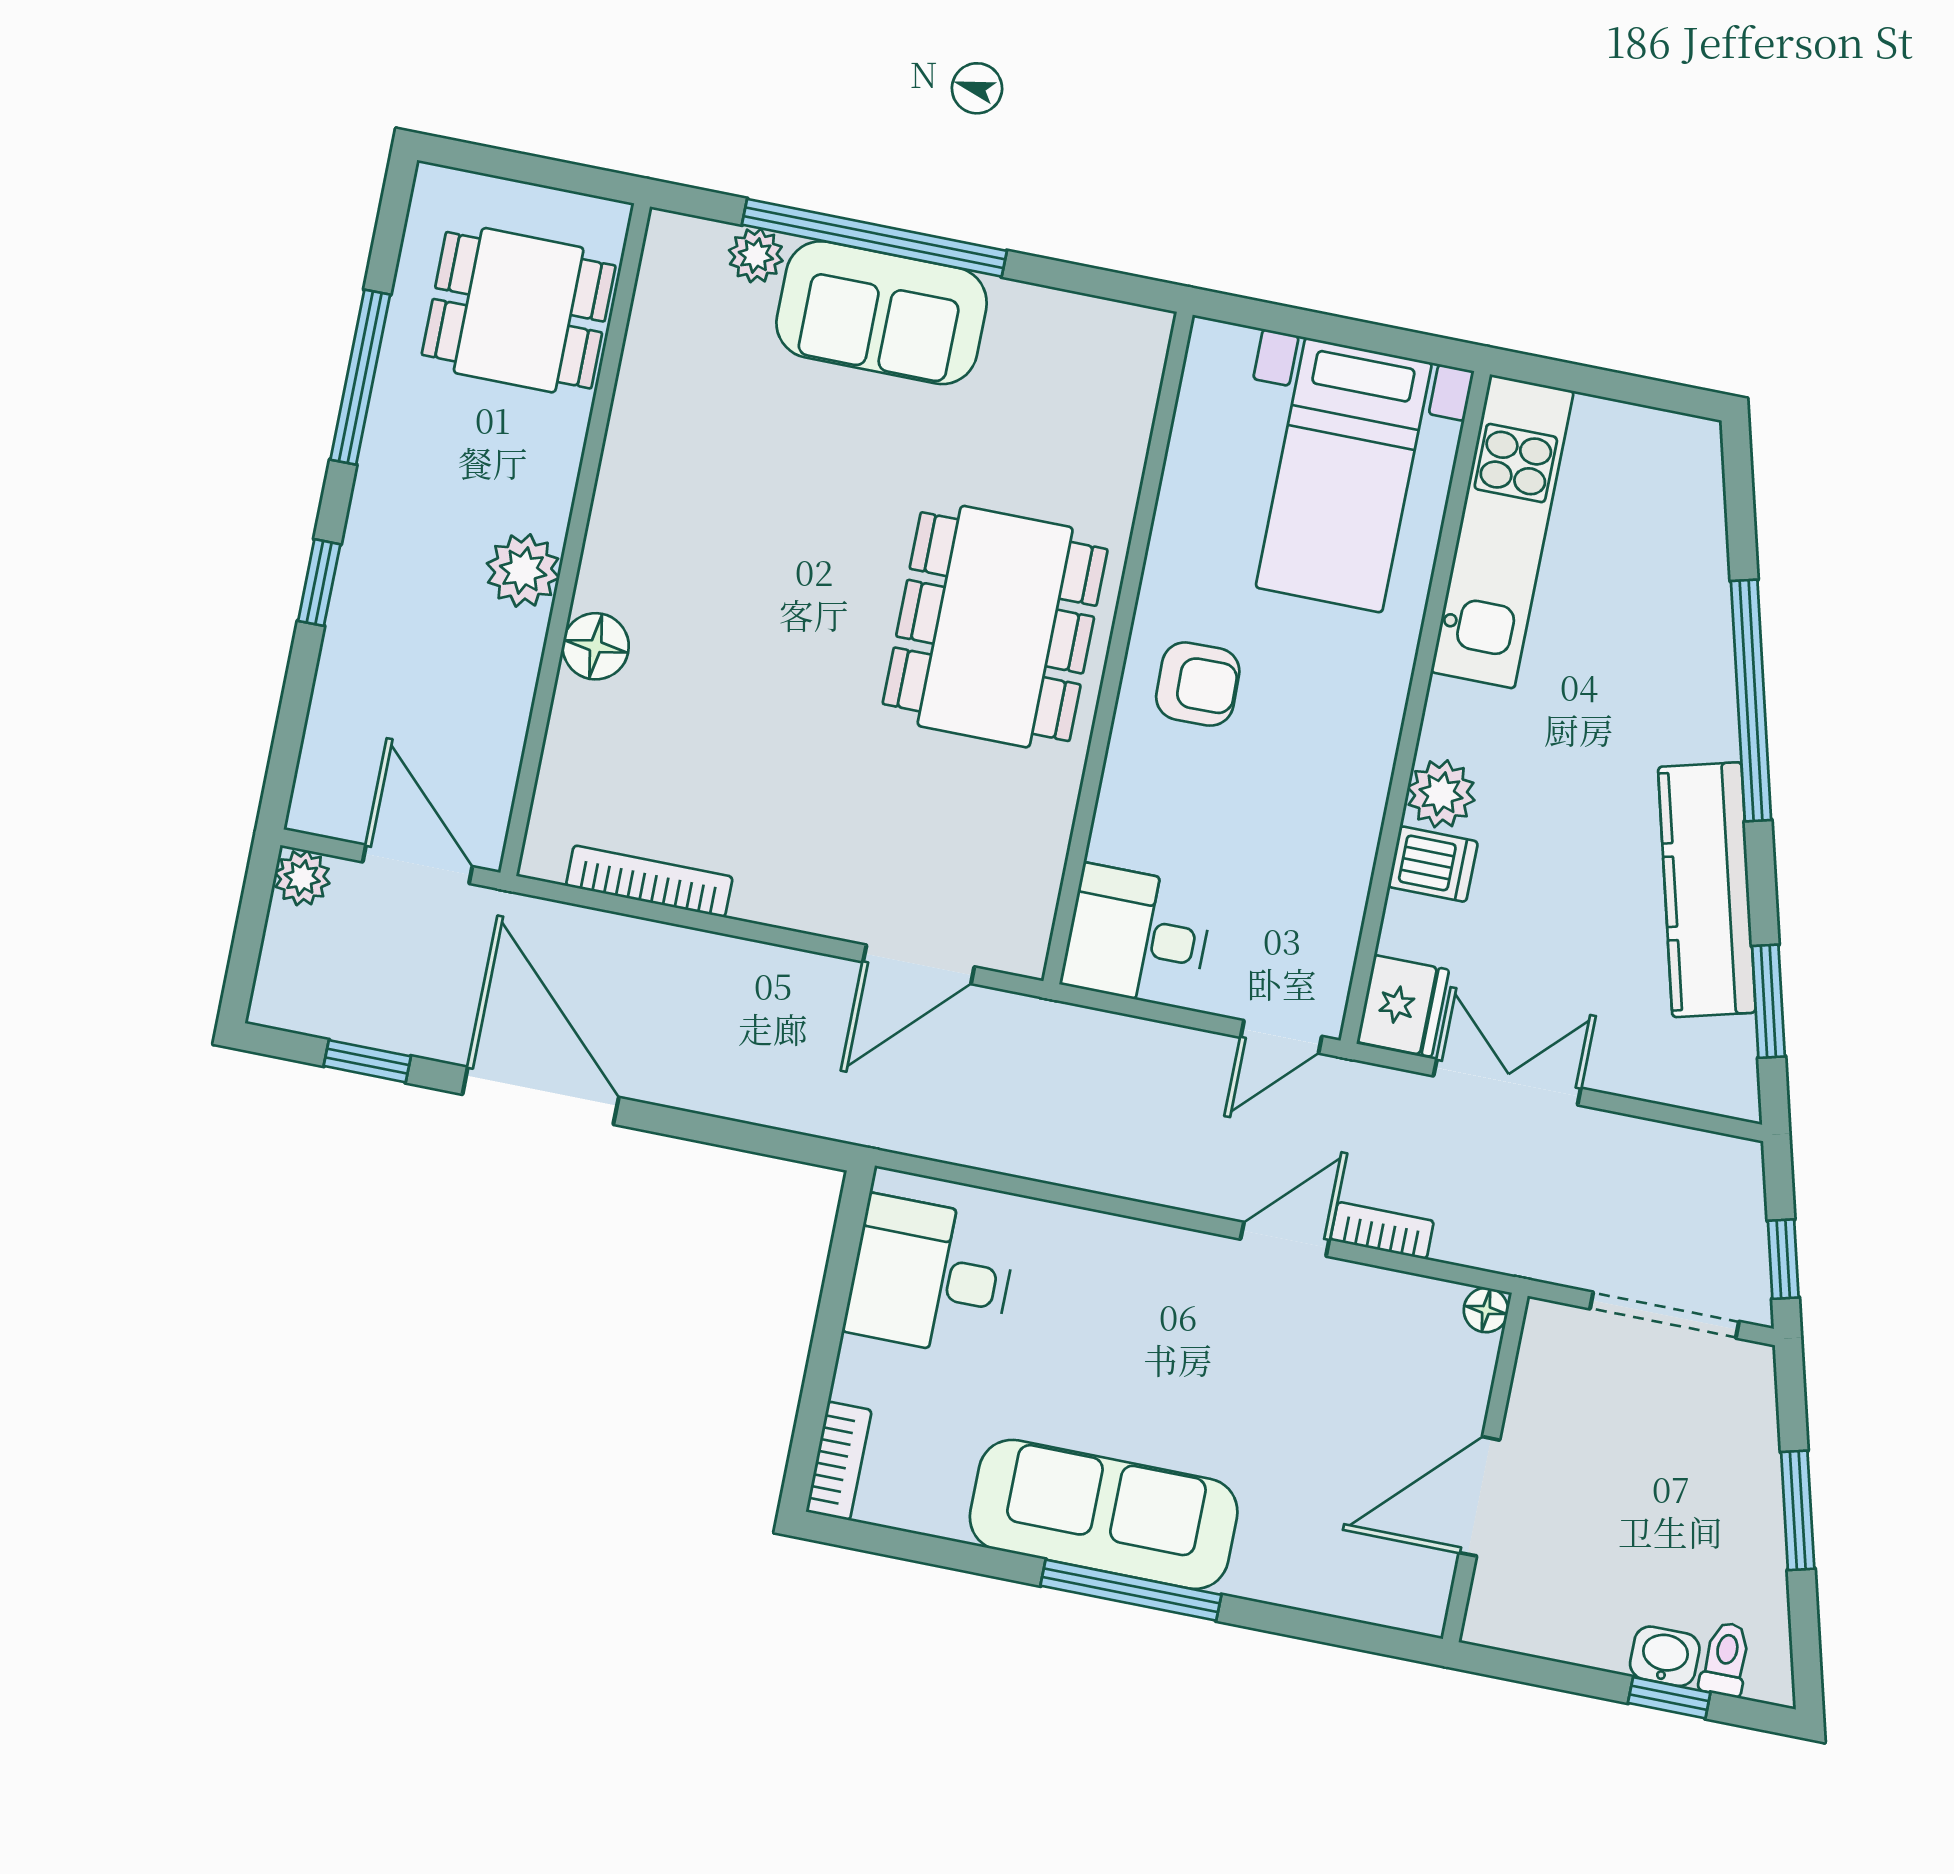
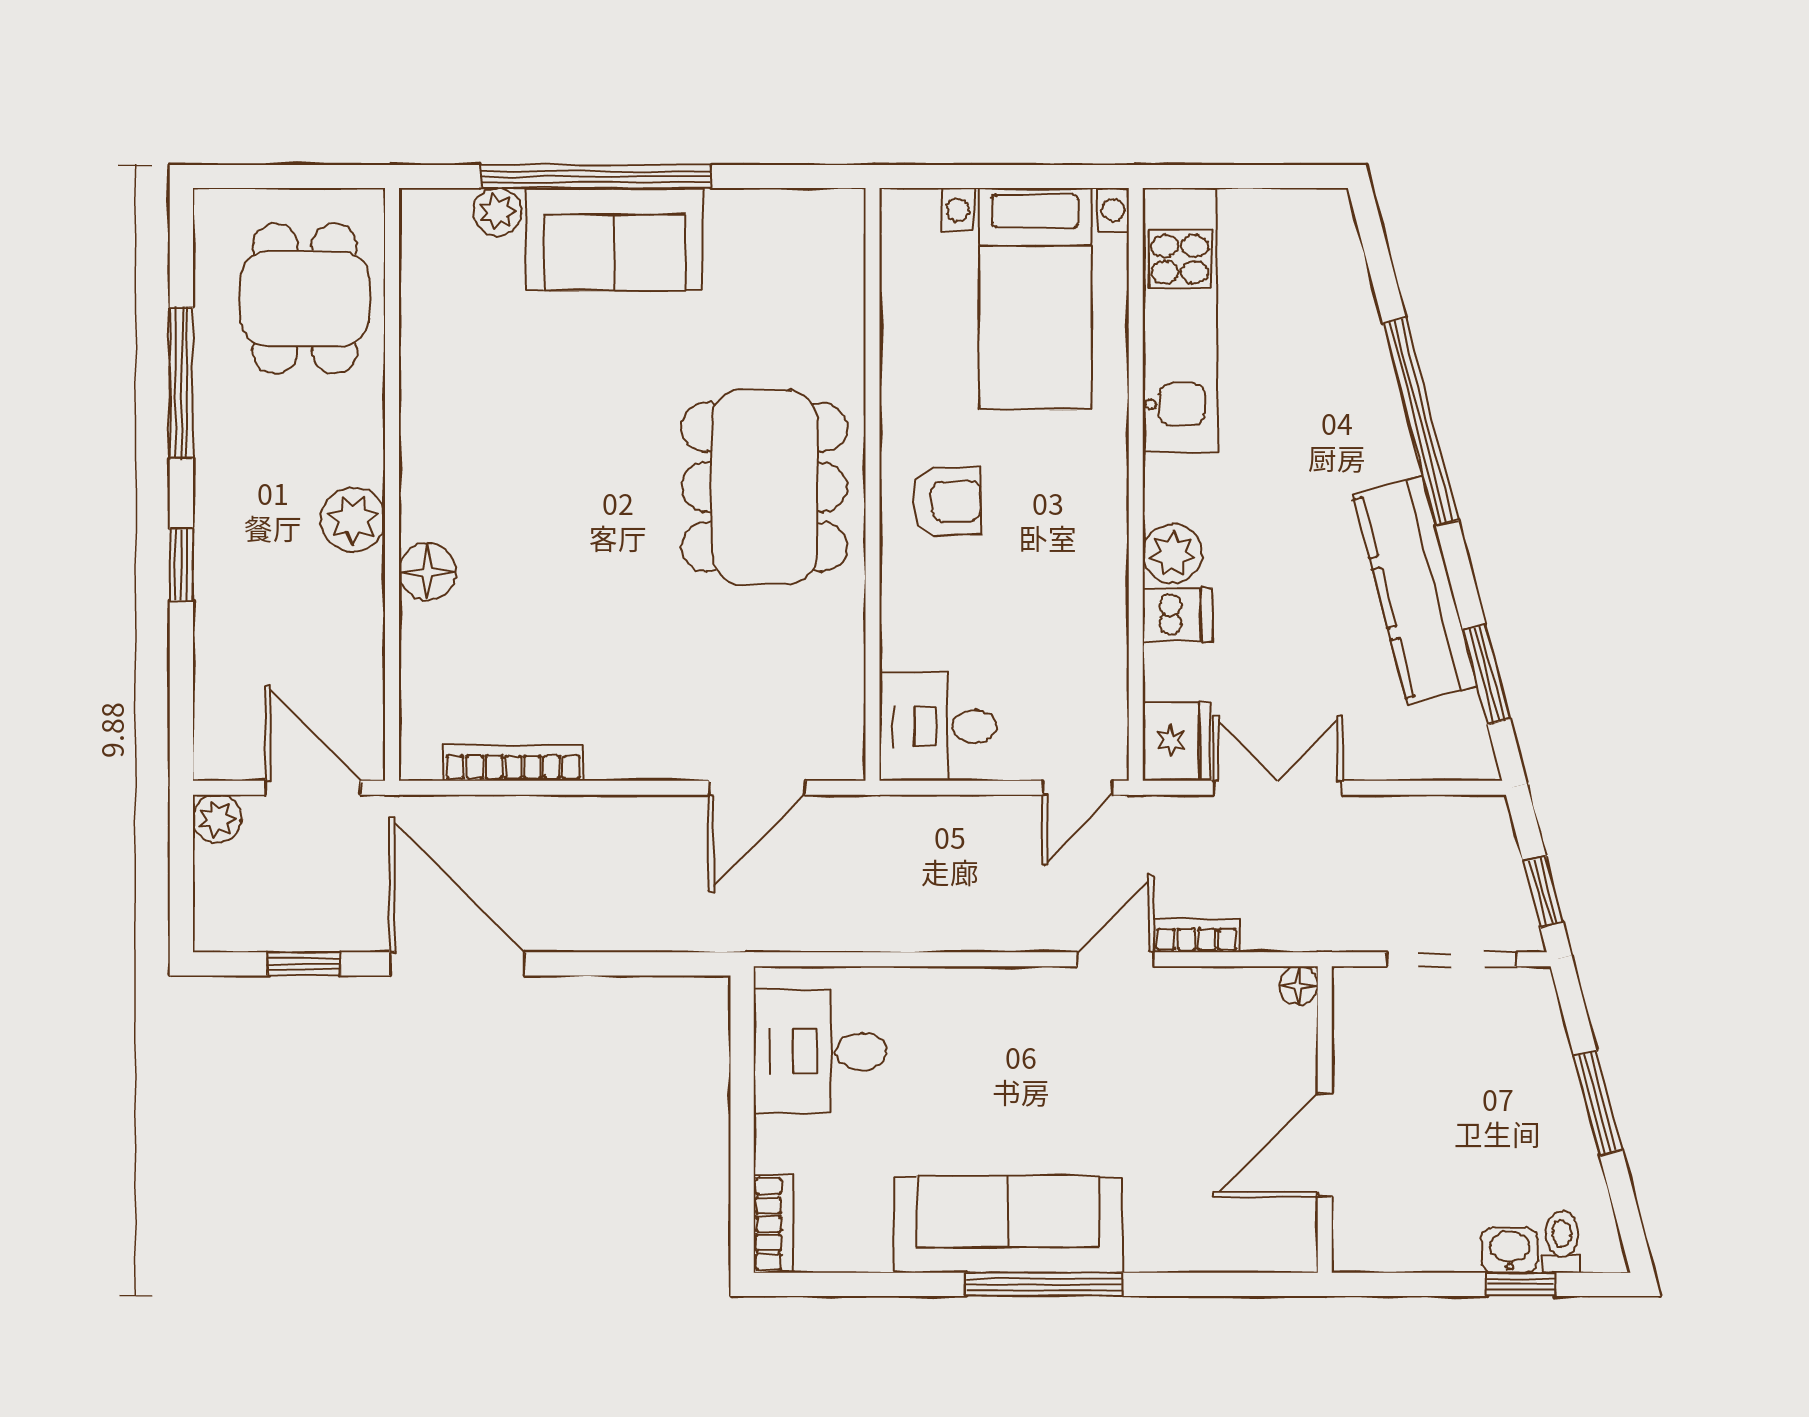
dining table: (519, 310) -> (305, 299), turned 90

